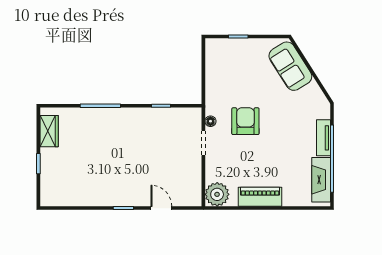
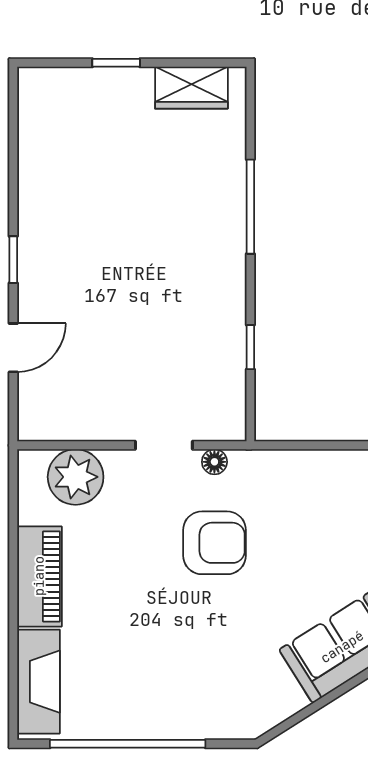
tv unit: (323, 138) -> (176, 724), removed
fireplace: (321, 180) -> (38, 682), moved, turned 90
plant: (217, 194) -> (76, 477), moved

